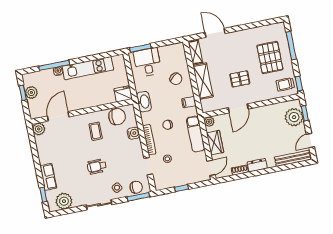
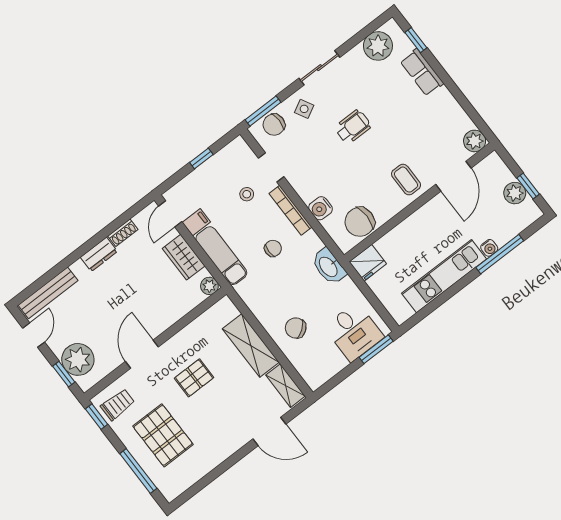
filing cabinet: (189, 102) -> (196, 222), moved
door: (238, 108) -> (142, 354), moved
coffee table: (96, 131) -> (406, 180), moved

